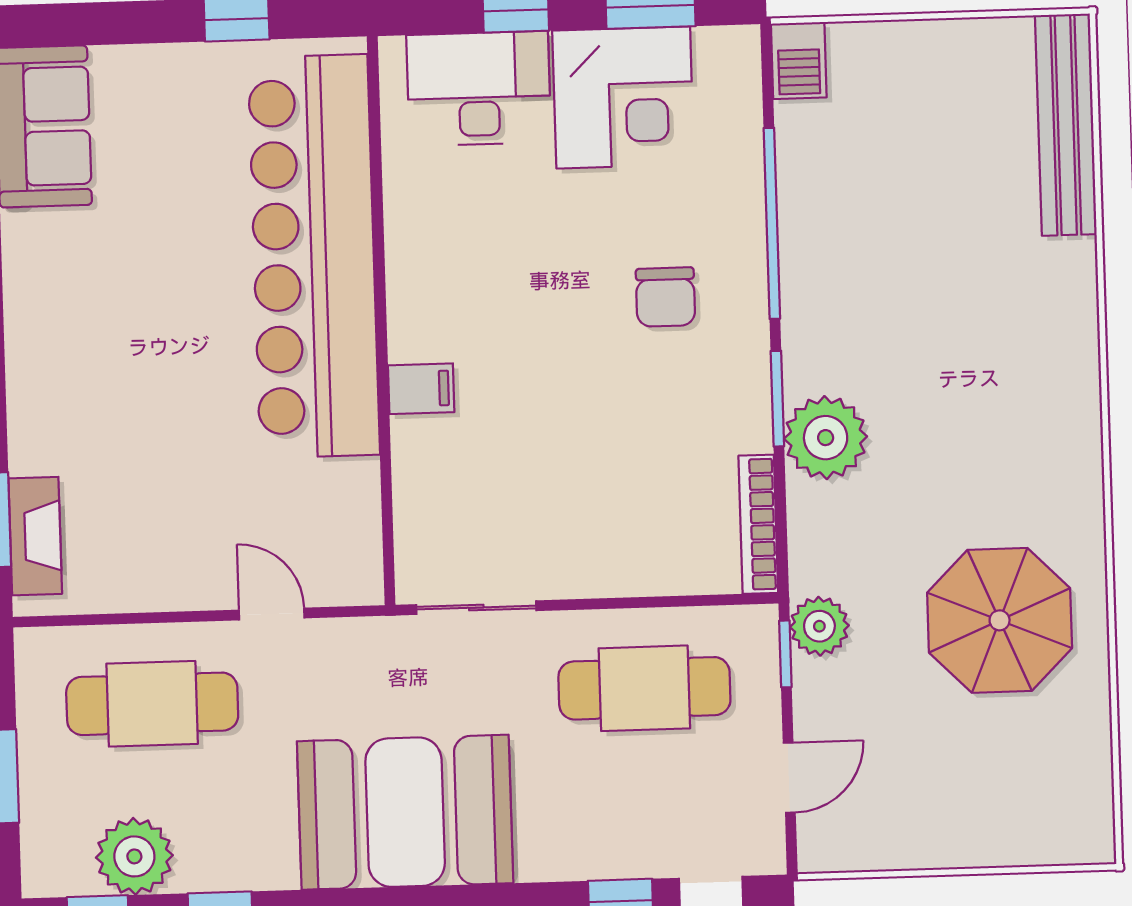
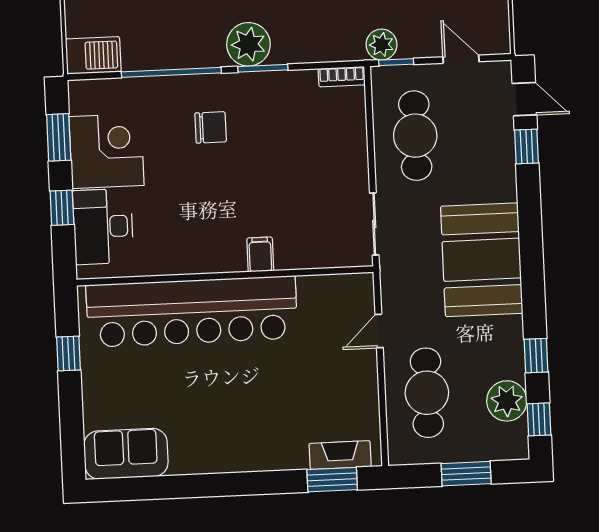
barbecue: (799, 61) -> (93, 55), width x1.38, depth x1.27
plant: (826, 438) -> (248, 44), moved
bookcase: (758, 524) -> (342, 77), width x0.64

